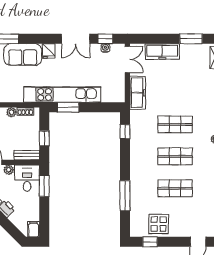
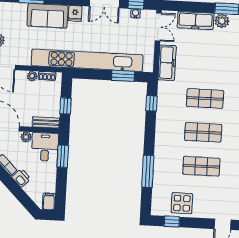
plant: (187, 51) -> (222, 21), added
kitchen unit: (62, 94) -> (87, 60), width x1.36
window: (68, 107) -> (123, 76), moved

